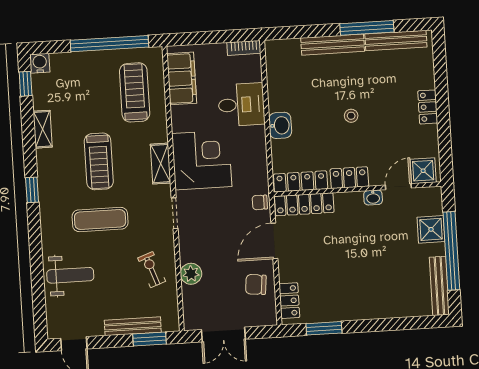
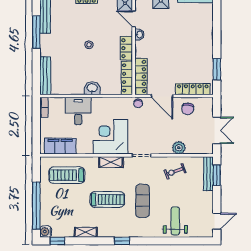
window: (109, 44) -> (36, 206), moved
bench: (333, 45) -> (45, 76), moved
locker: (289, 301) -> (193, 89), width x1.53
bench: (133, 326) -> (208, 174), moved

